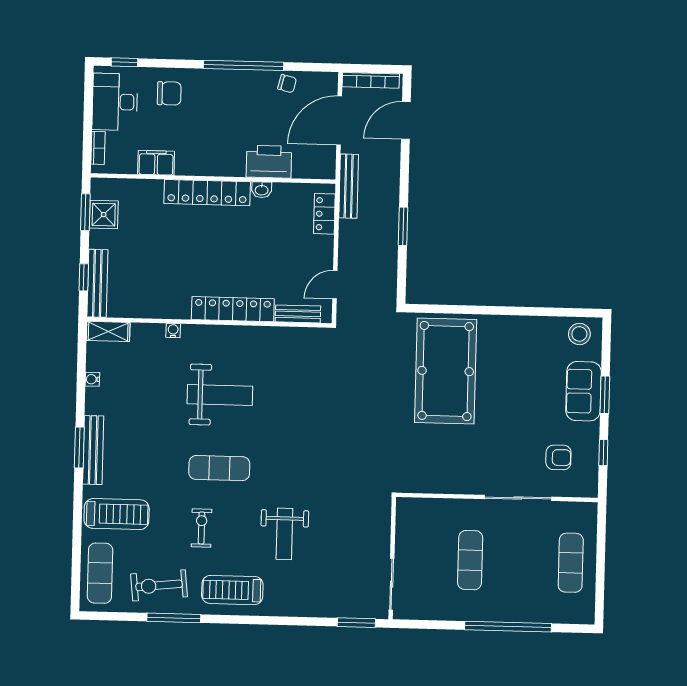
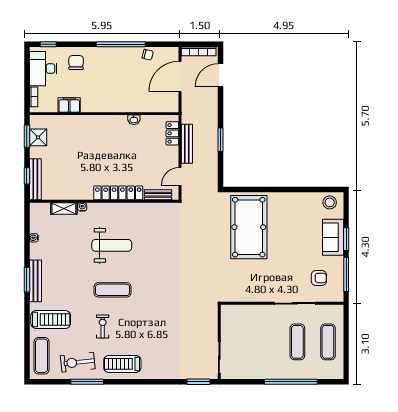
chair: (169, 93) -> (76, 63), turned -90
printer: (269, 162) -> (138, 103), removed
bench: (349, 186) -> (187, 144), moved
locker: (207, 193) -> (101, 122), removed
shelving: (108, 331) -> (64, 208), moved
window: (603, 453) -> (346, 274), width x2.17
weight bench: (284, 534) -> (153, 329), removed
exercise mat: (470, 560) -> (297, 342), moved

